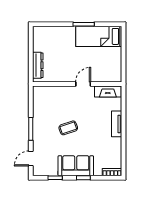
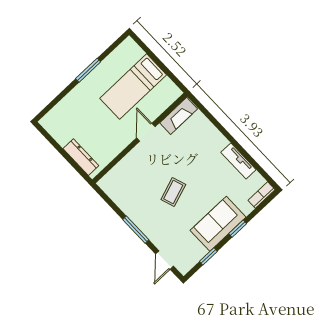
bed: (99, 36) -> (133, 87), moved
tv unit: (117, 124) -> (238, 161), moved

